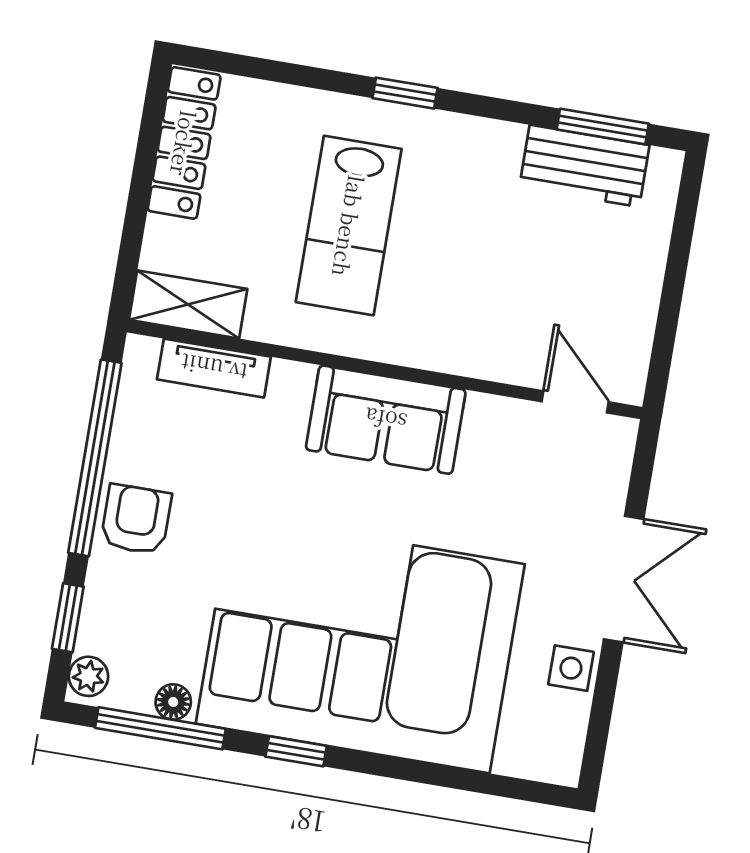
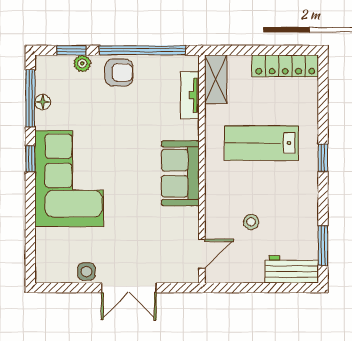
workbench: (584, 166) -> (292, 269), moved, turned 90
stool: (522, 279) -> (251, 222), added
corner sofa: (360, 644) -> (69, 179), width x0.73, depth x0.74
plant: (88, 676) -> (82, 63), moved

